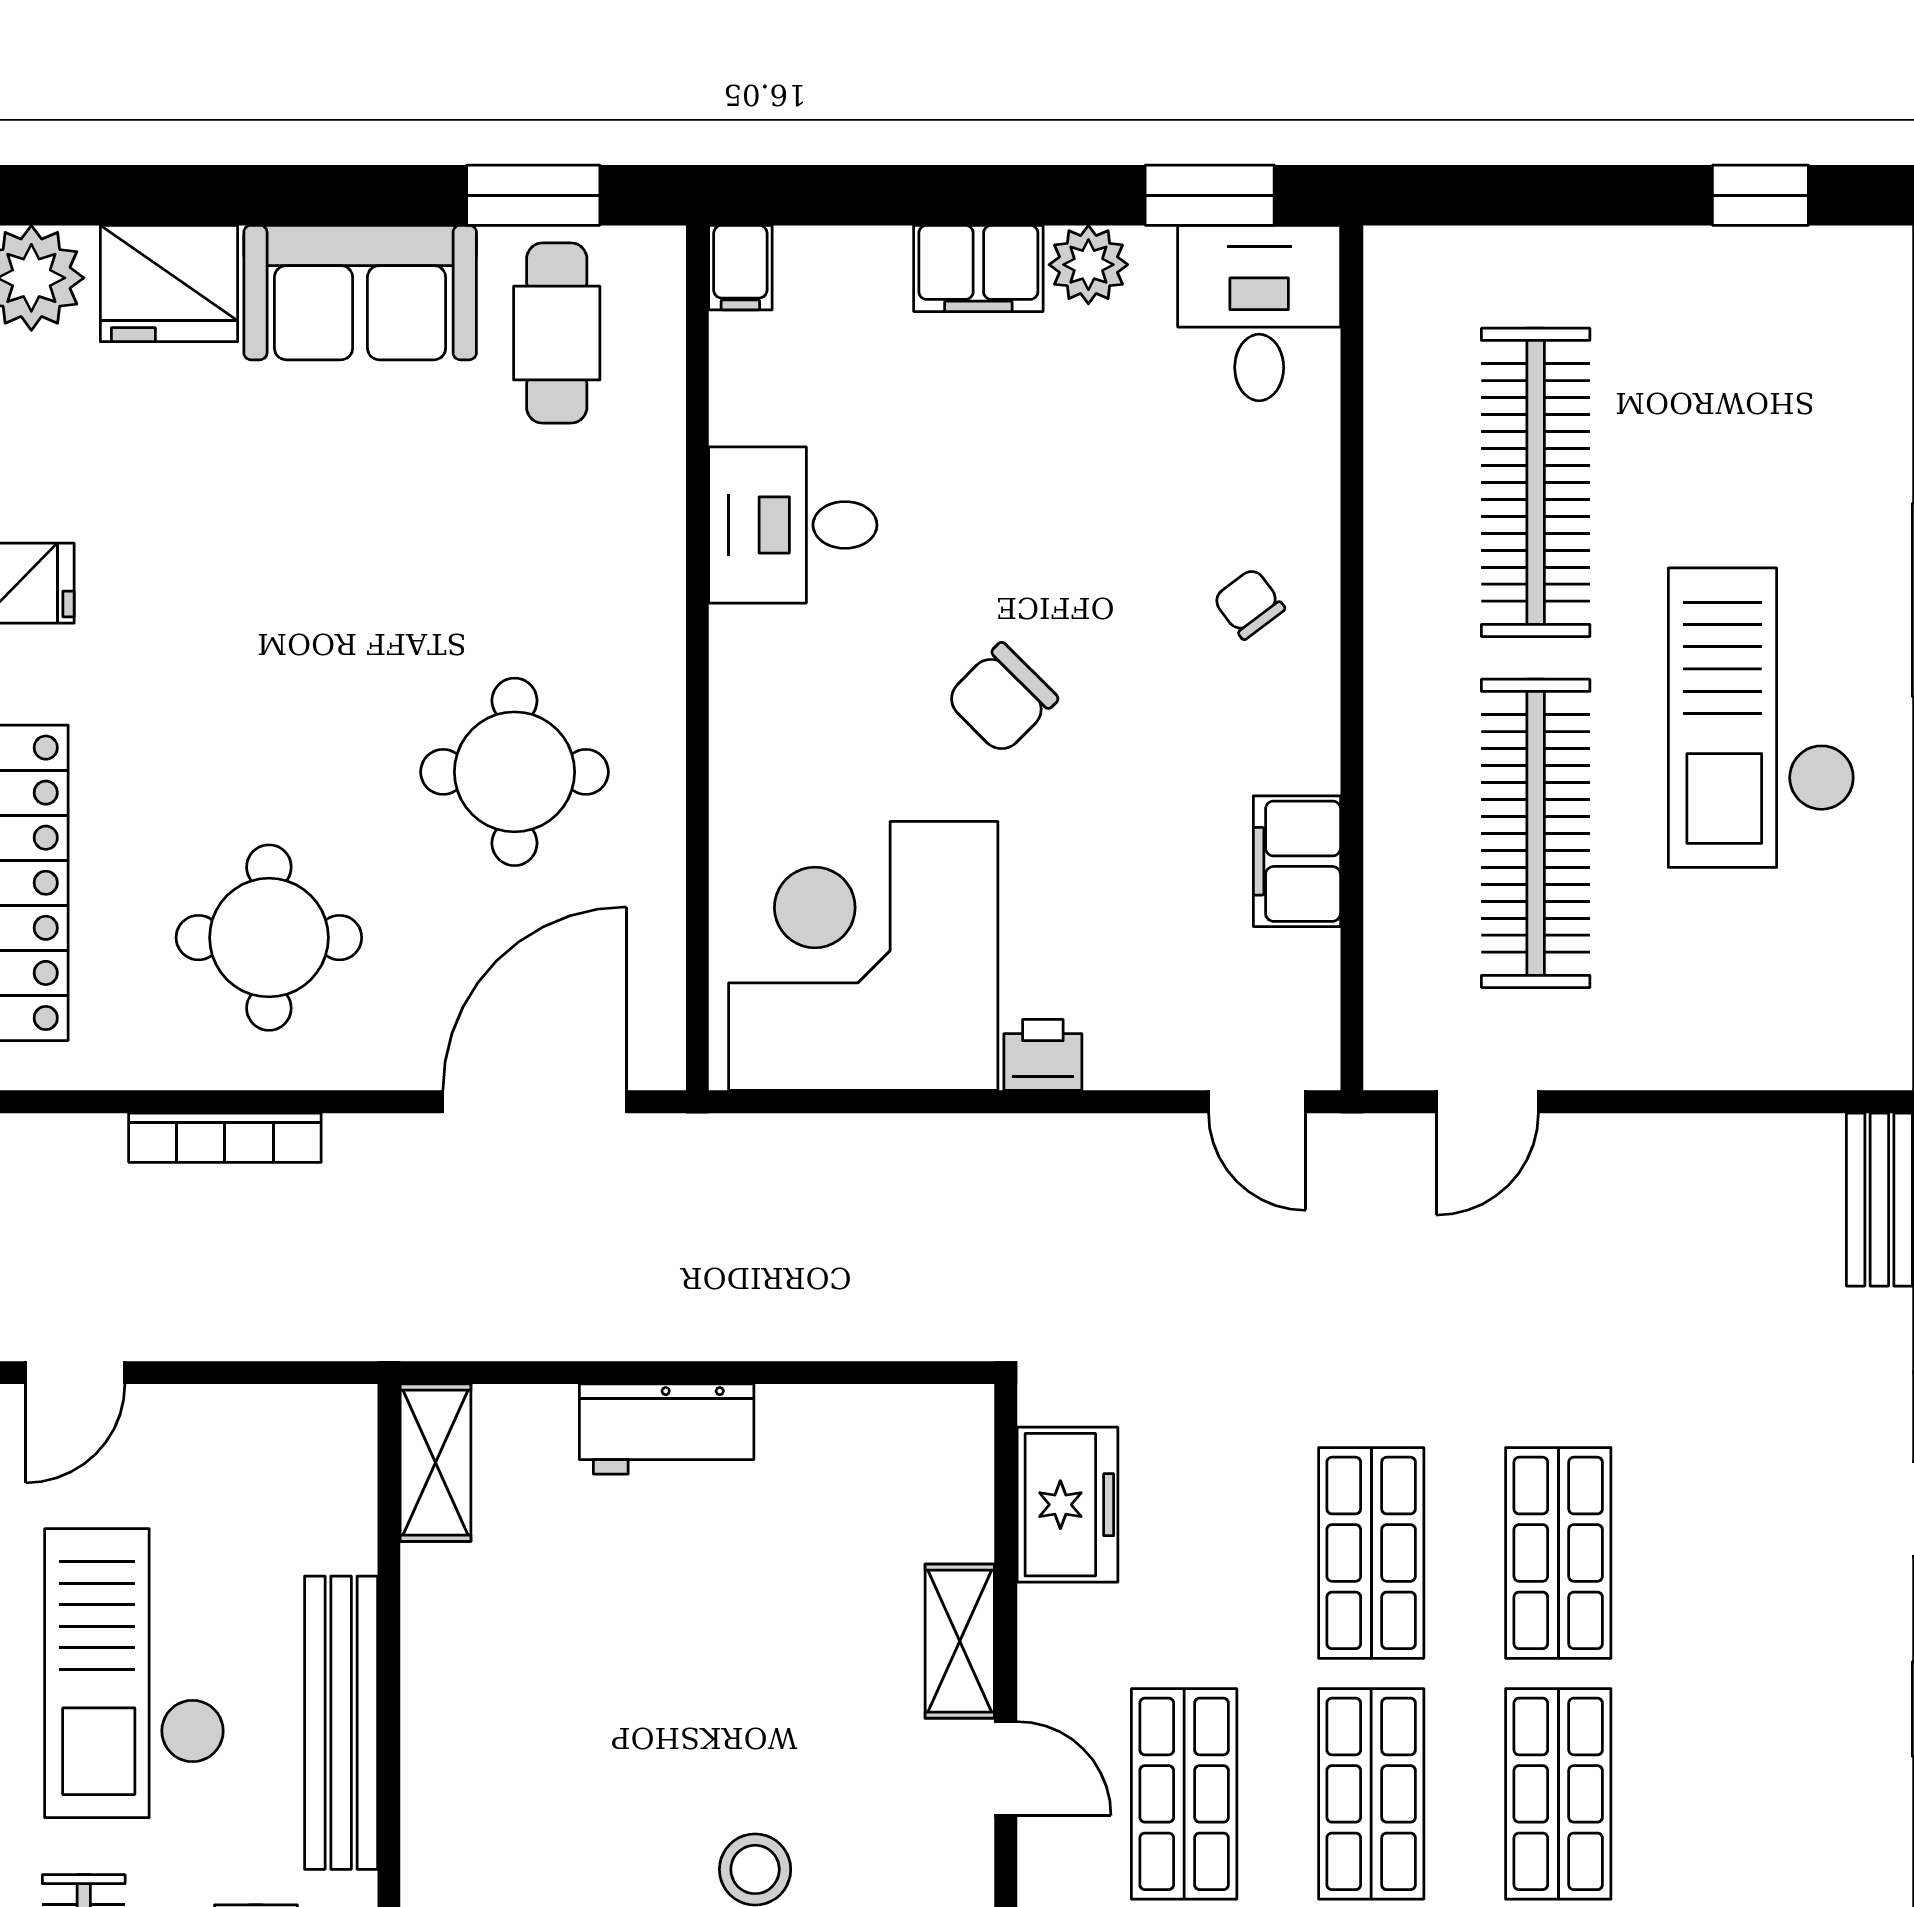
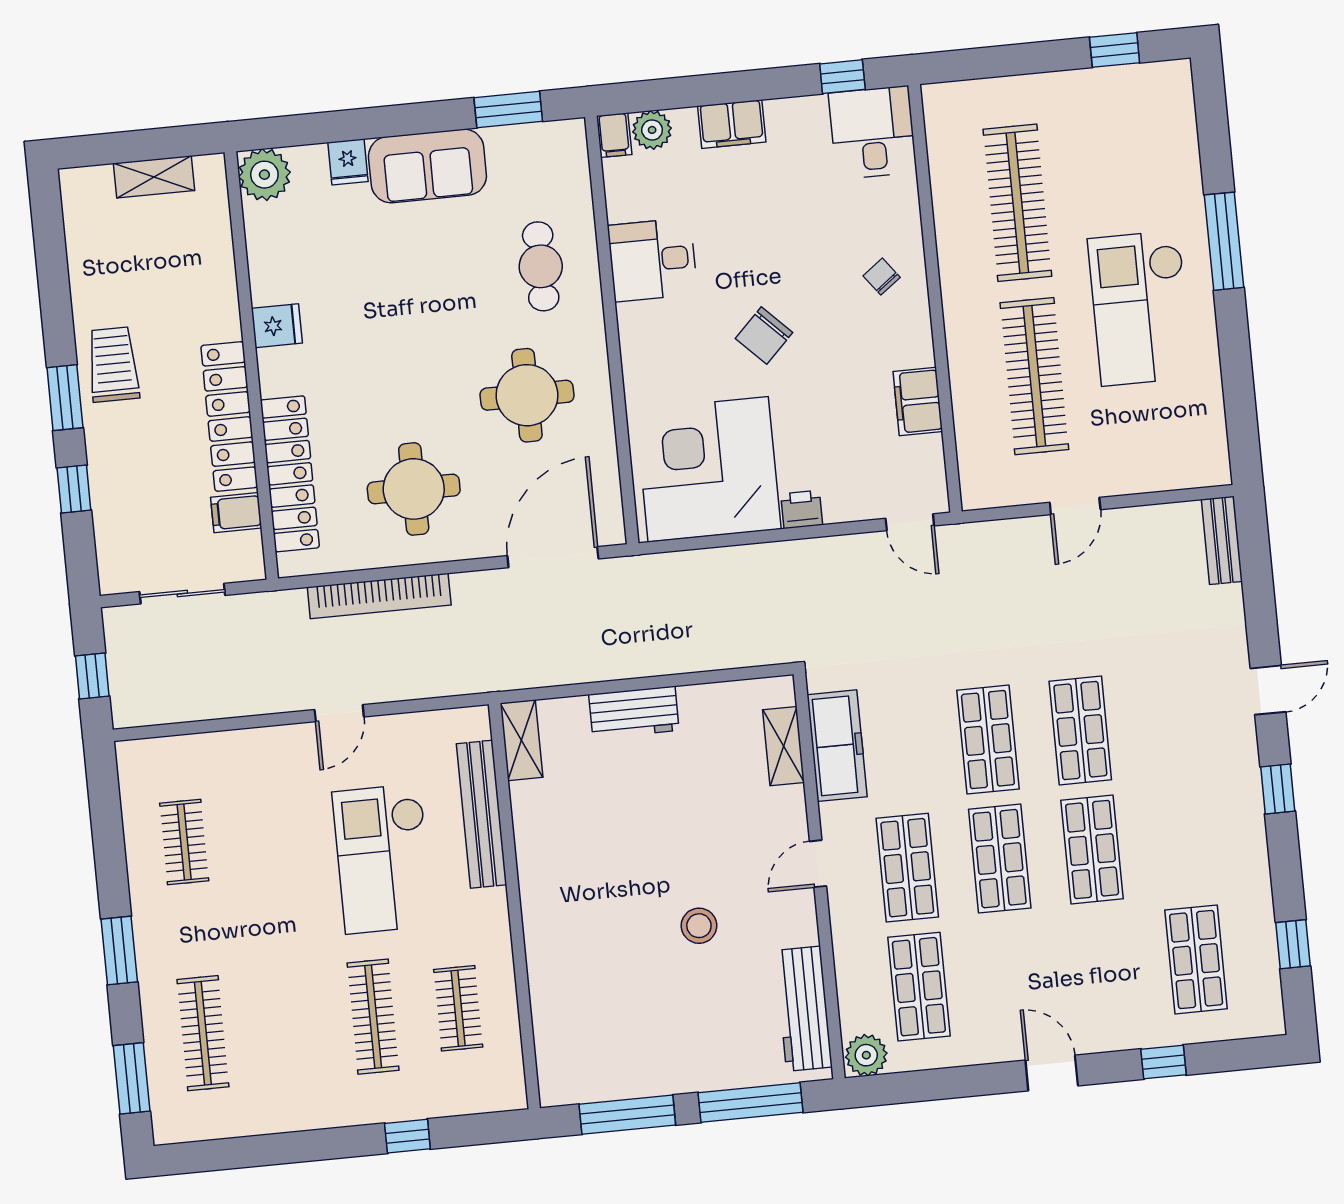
window: (1210, 195) -> (842, 77), width x0.67
plant: (1088, 265) -> (652, 130), moved
fridge: (169, 283) -> (348, 162), width x0.53, depth x0.75
cafe table: (557, 333) -> (541, 266), moved
door: (1487, 1102) -> (1075, 506), moved
bookcase: (225, 1138) -> (379, 596), width x1.48, depth x1.31
freezer: (1067, 1505) -> (837, 746), width x1.40
shelving: (960, 1641) -> (783, 746), moved
bench: (341, 1723) -> (482, 814), moved
door: (1006, 1768) -> (818, 864), swing flipped

